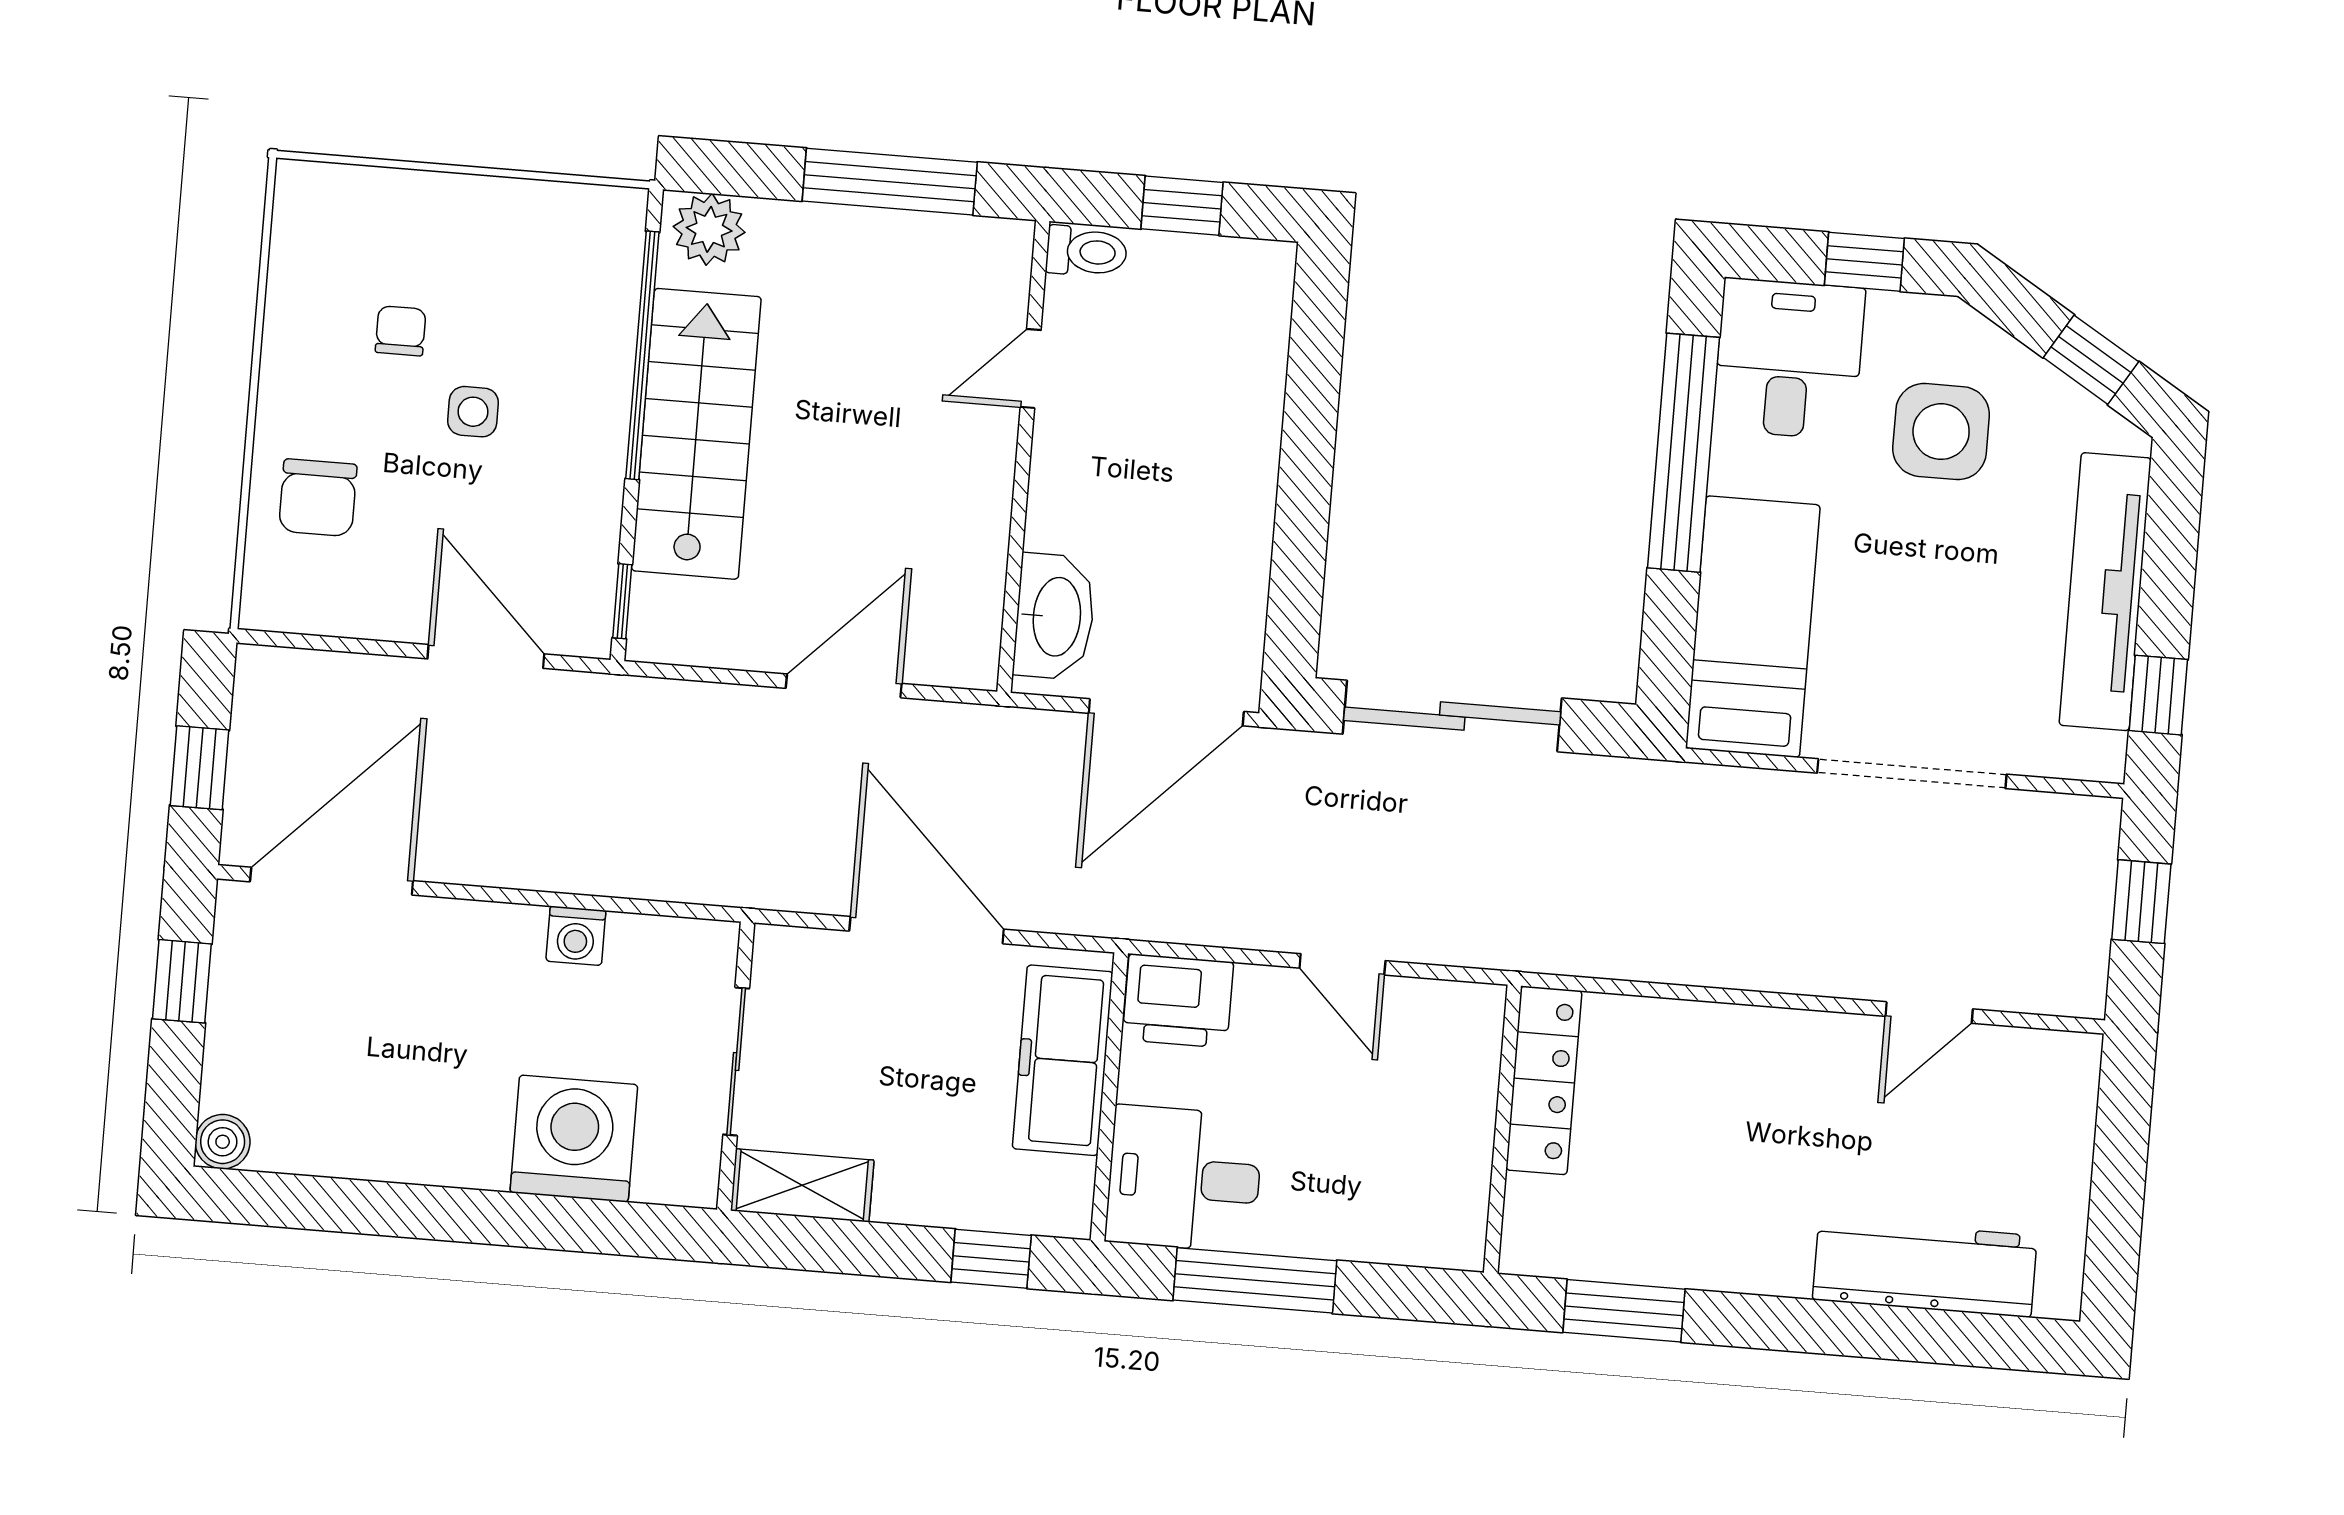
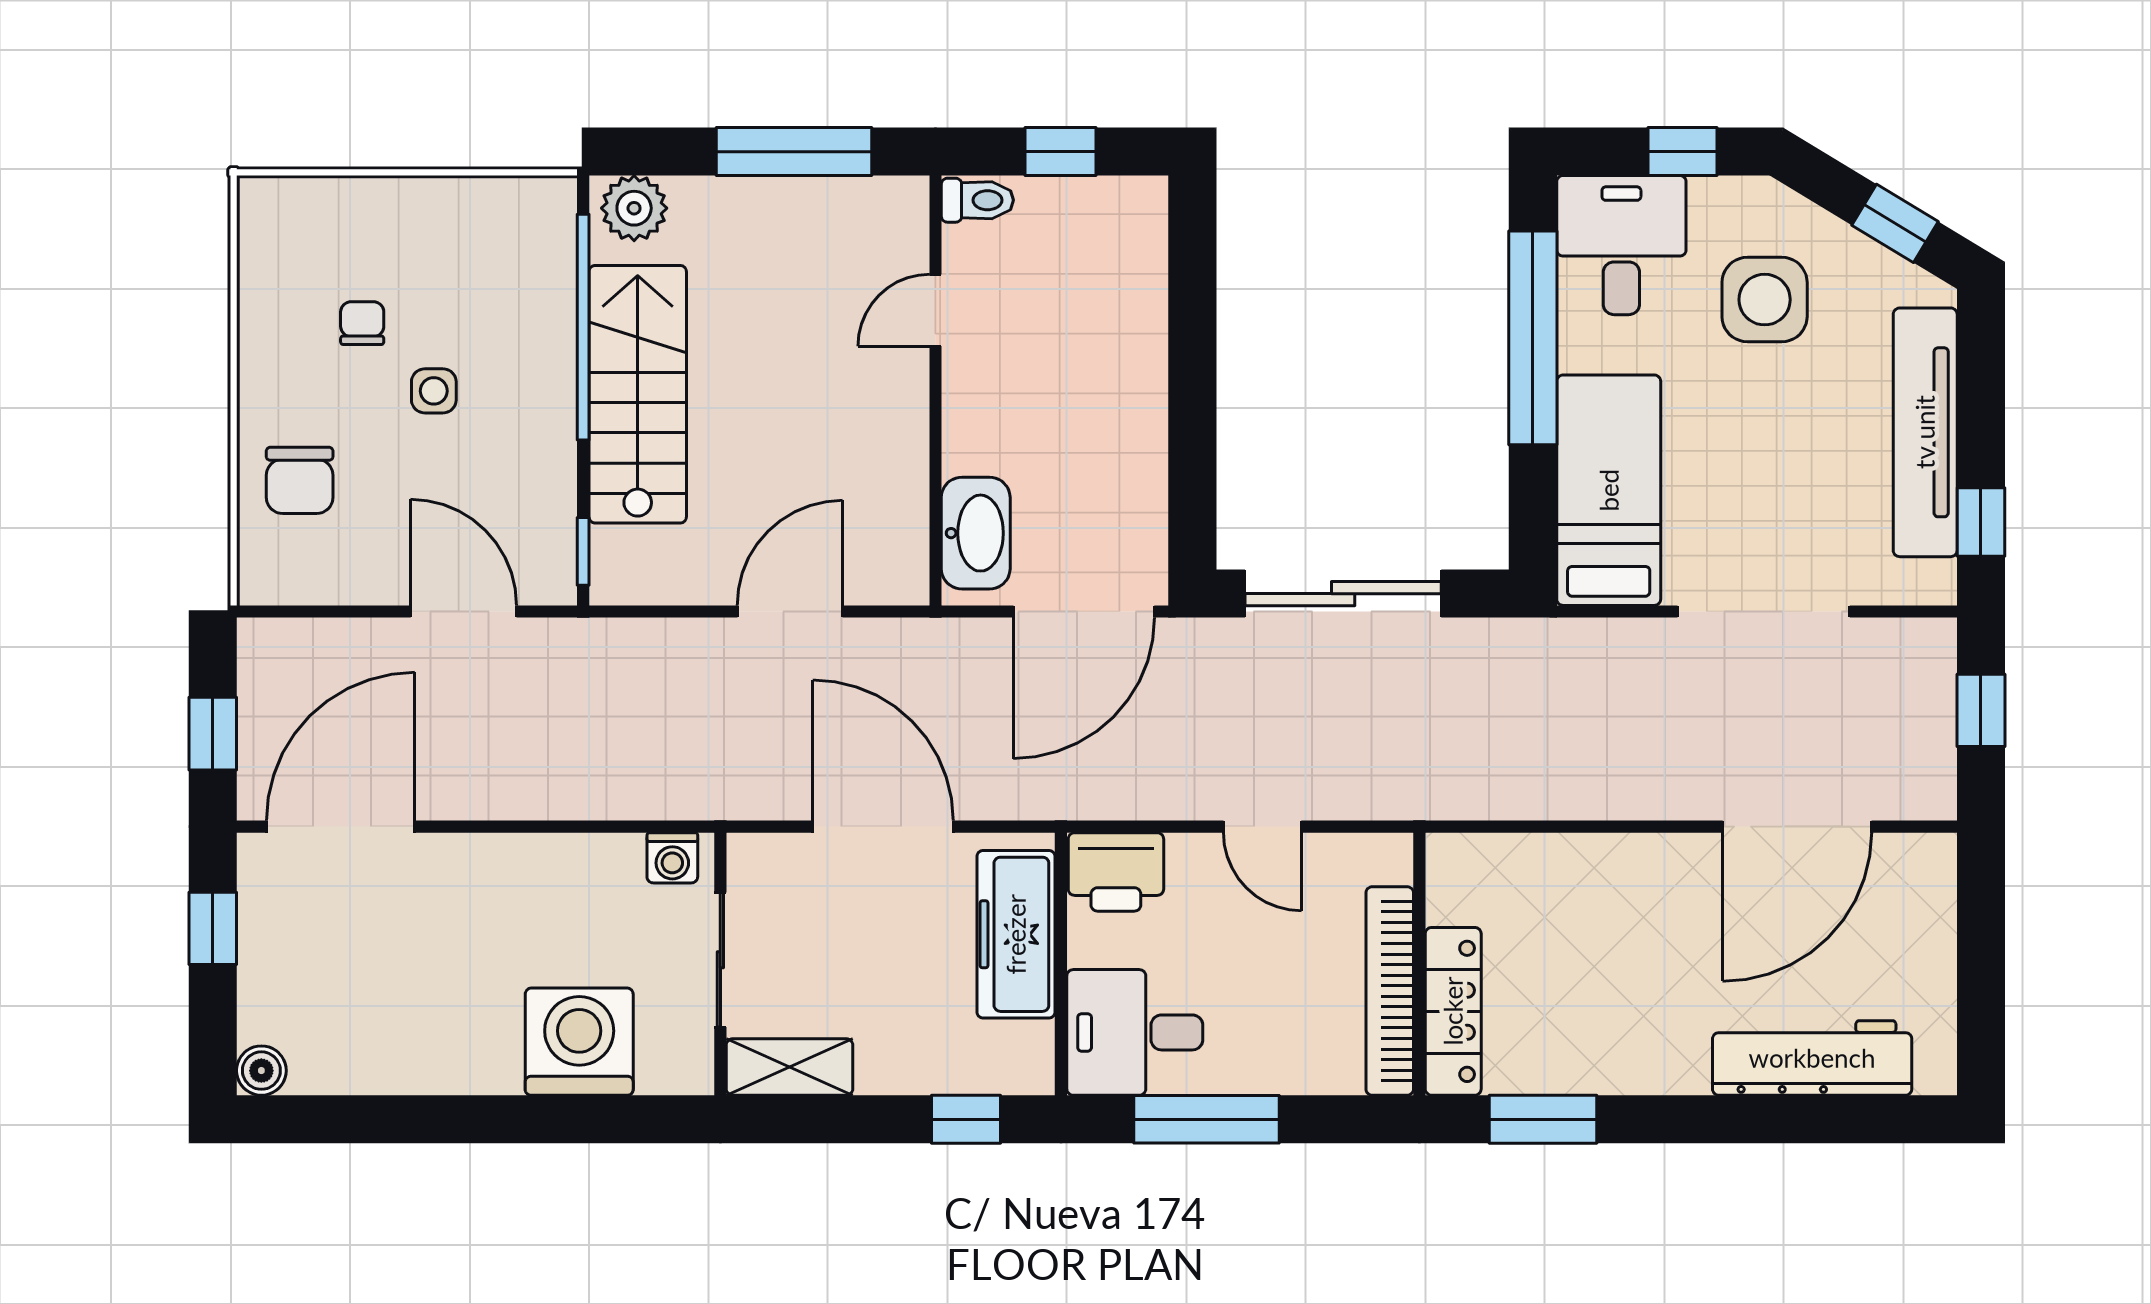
washing machine: (576, 936) -> (672, 858), moved
door: (1929, 1013) -> (1797, 827), width x1.87
locker: (1544, 1080) -> (1453, 1011), moved
bookcase: (1467, 1156) -> (1390, 991), added

